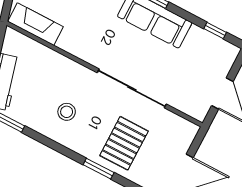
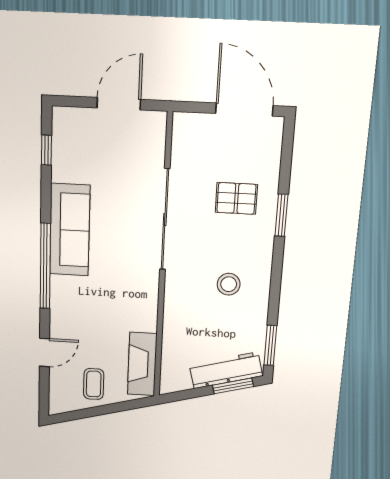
pallet: (124, 143) -> (236, 198), width x0.67, depth x0.71

